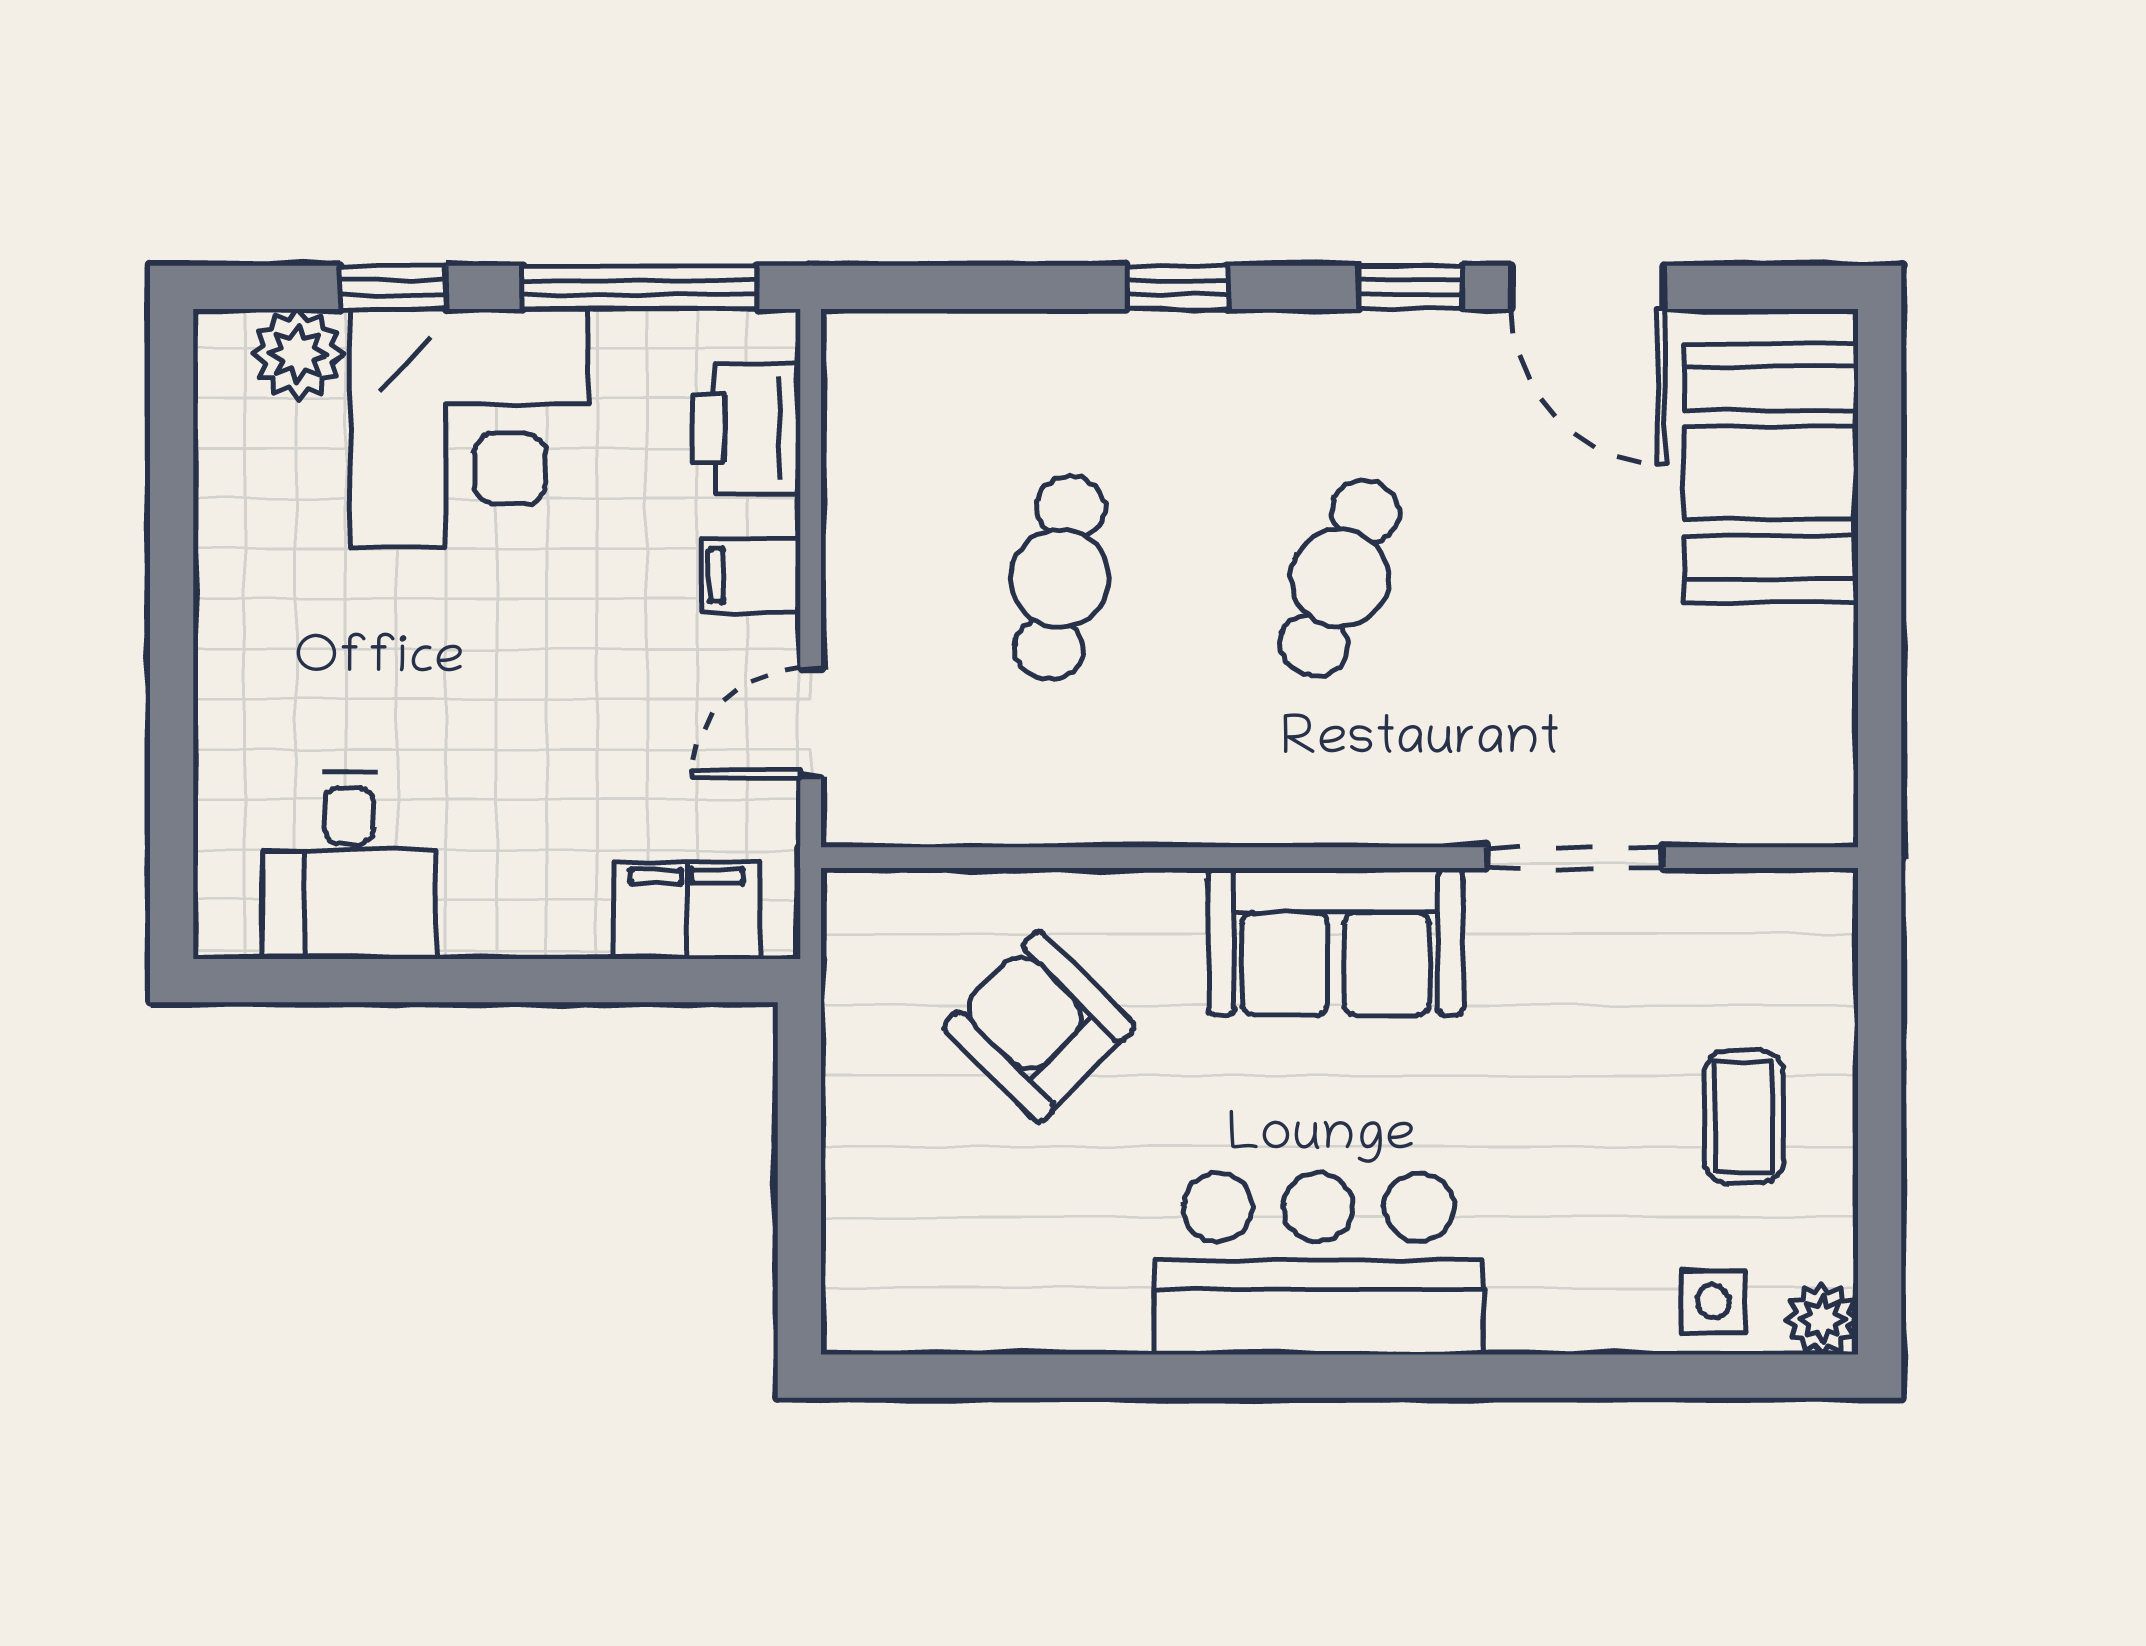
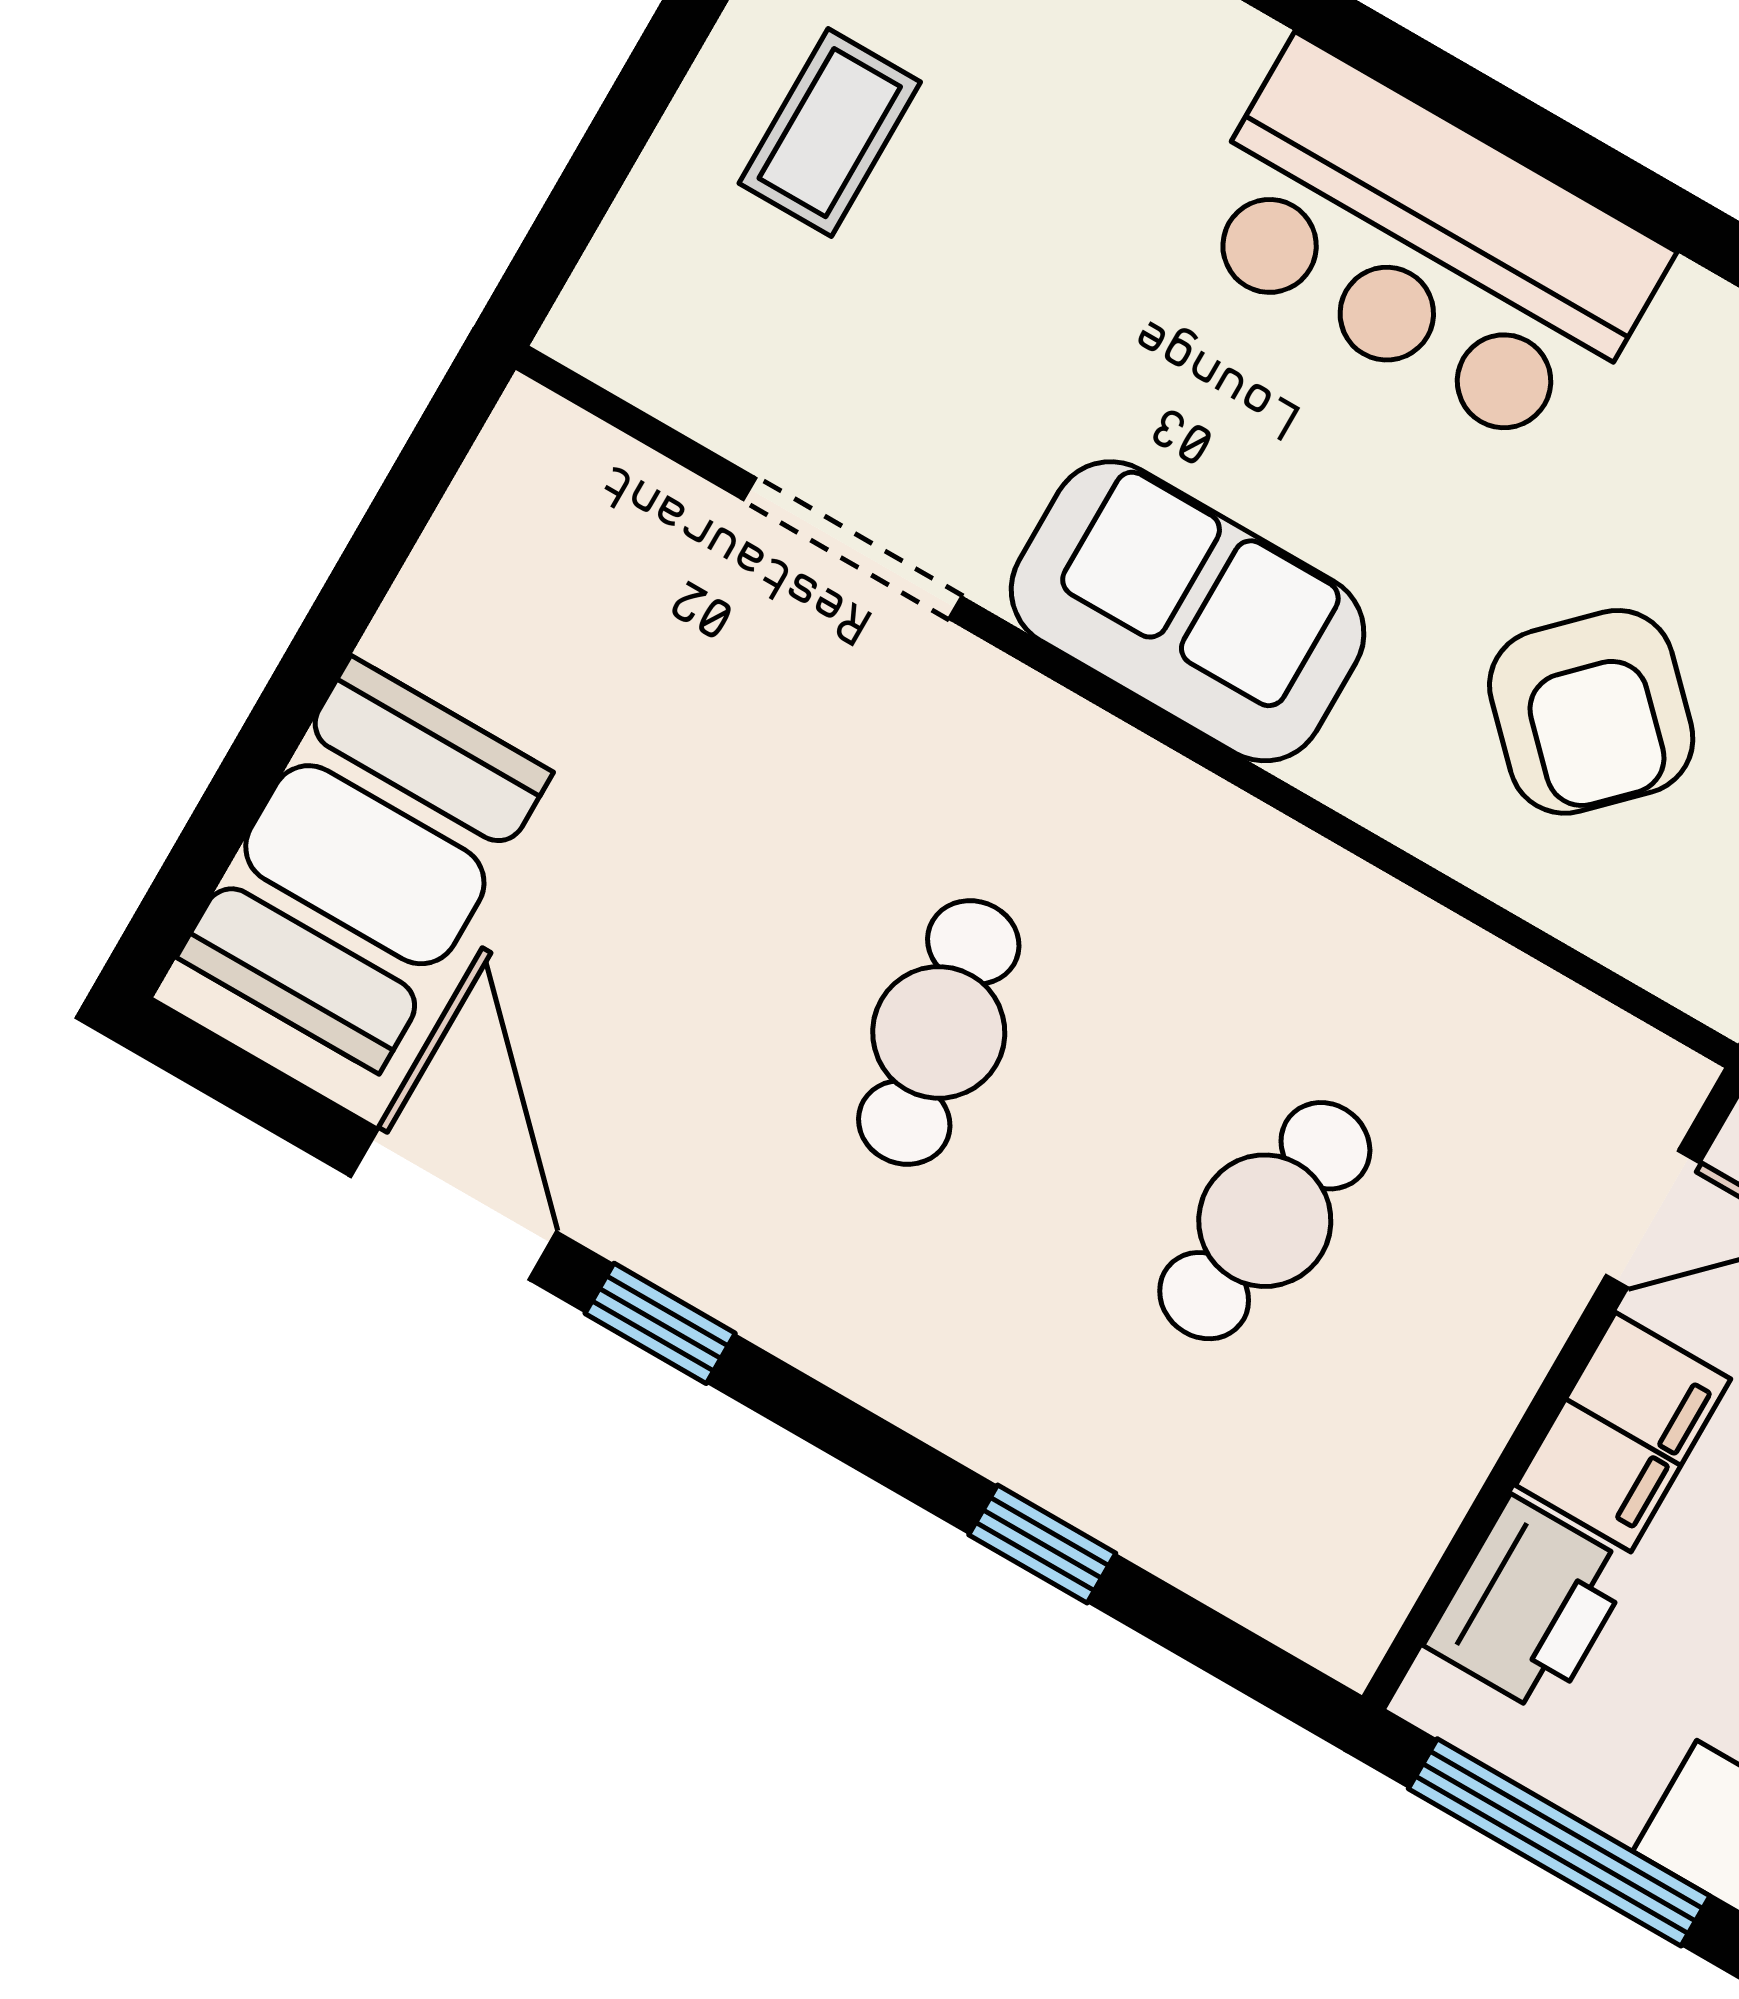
window: (1178, 287) -> (1042, 1544), moved
filing cabinet: (751, 575) -> (1623, 1432), width x2.00
cafe table: (1340, 578) -> (939, 1032), turned -30

